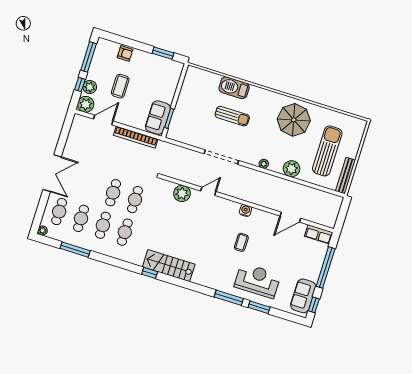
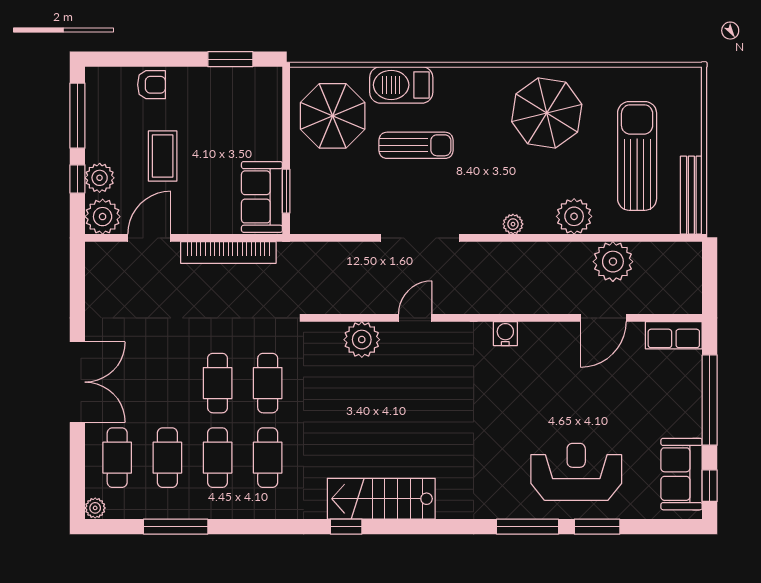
parasol: (200, 92) -> (333, 116), added
plant: (302, 194) -> (613, 262), added
coffee table: (241, 242) -> (518, 403), removed

